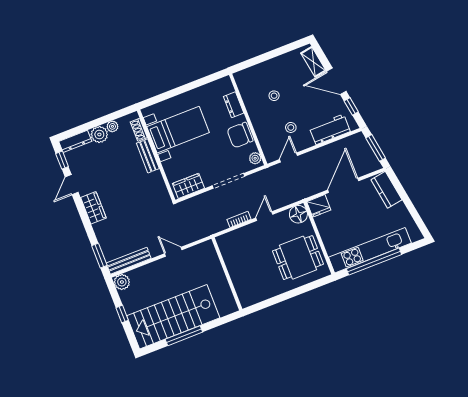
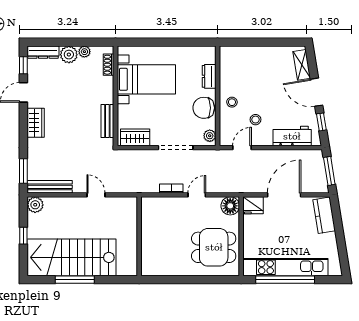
stool: (274, 96) -> (232, 102), moved
bench: (148, 156) -> (107, 121), moved

